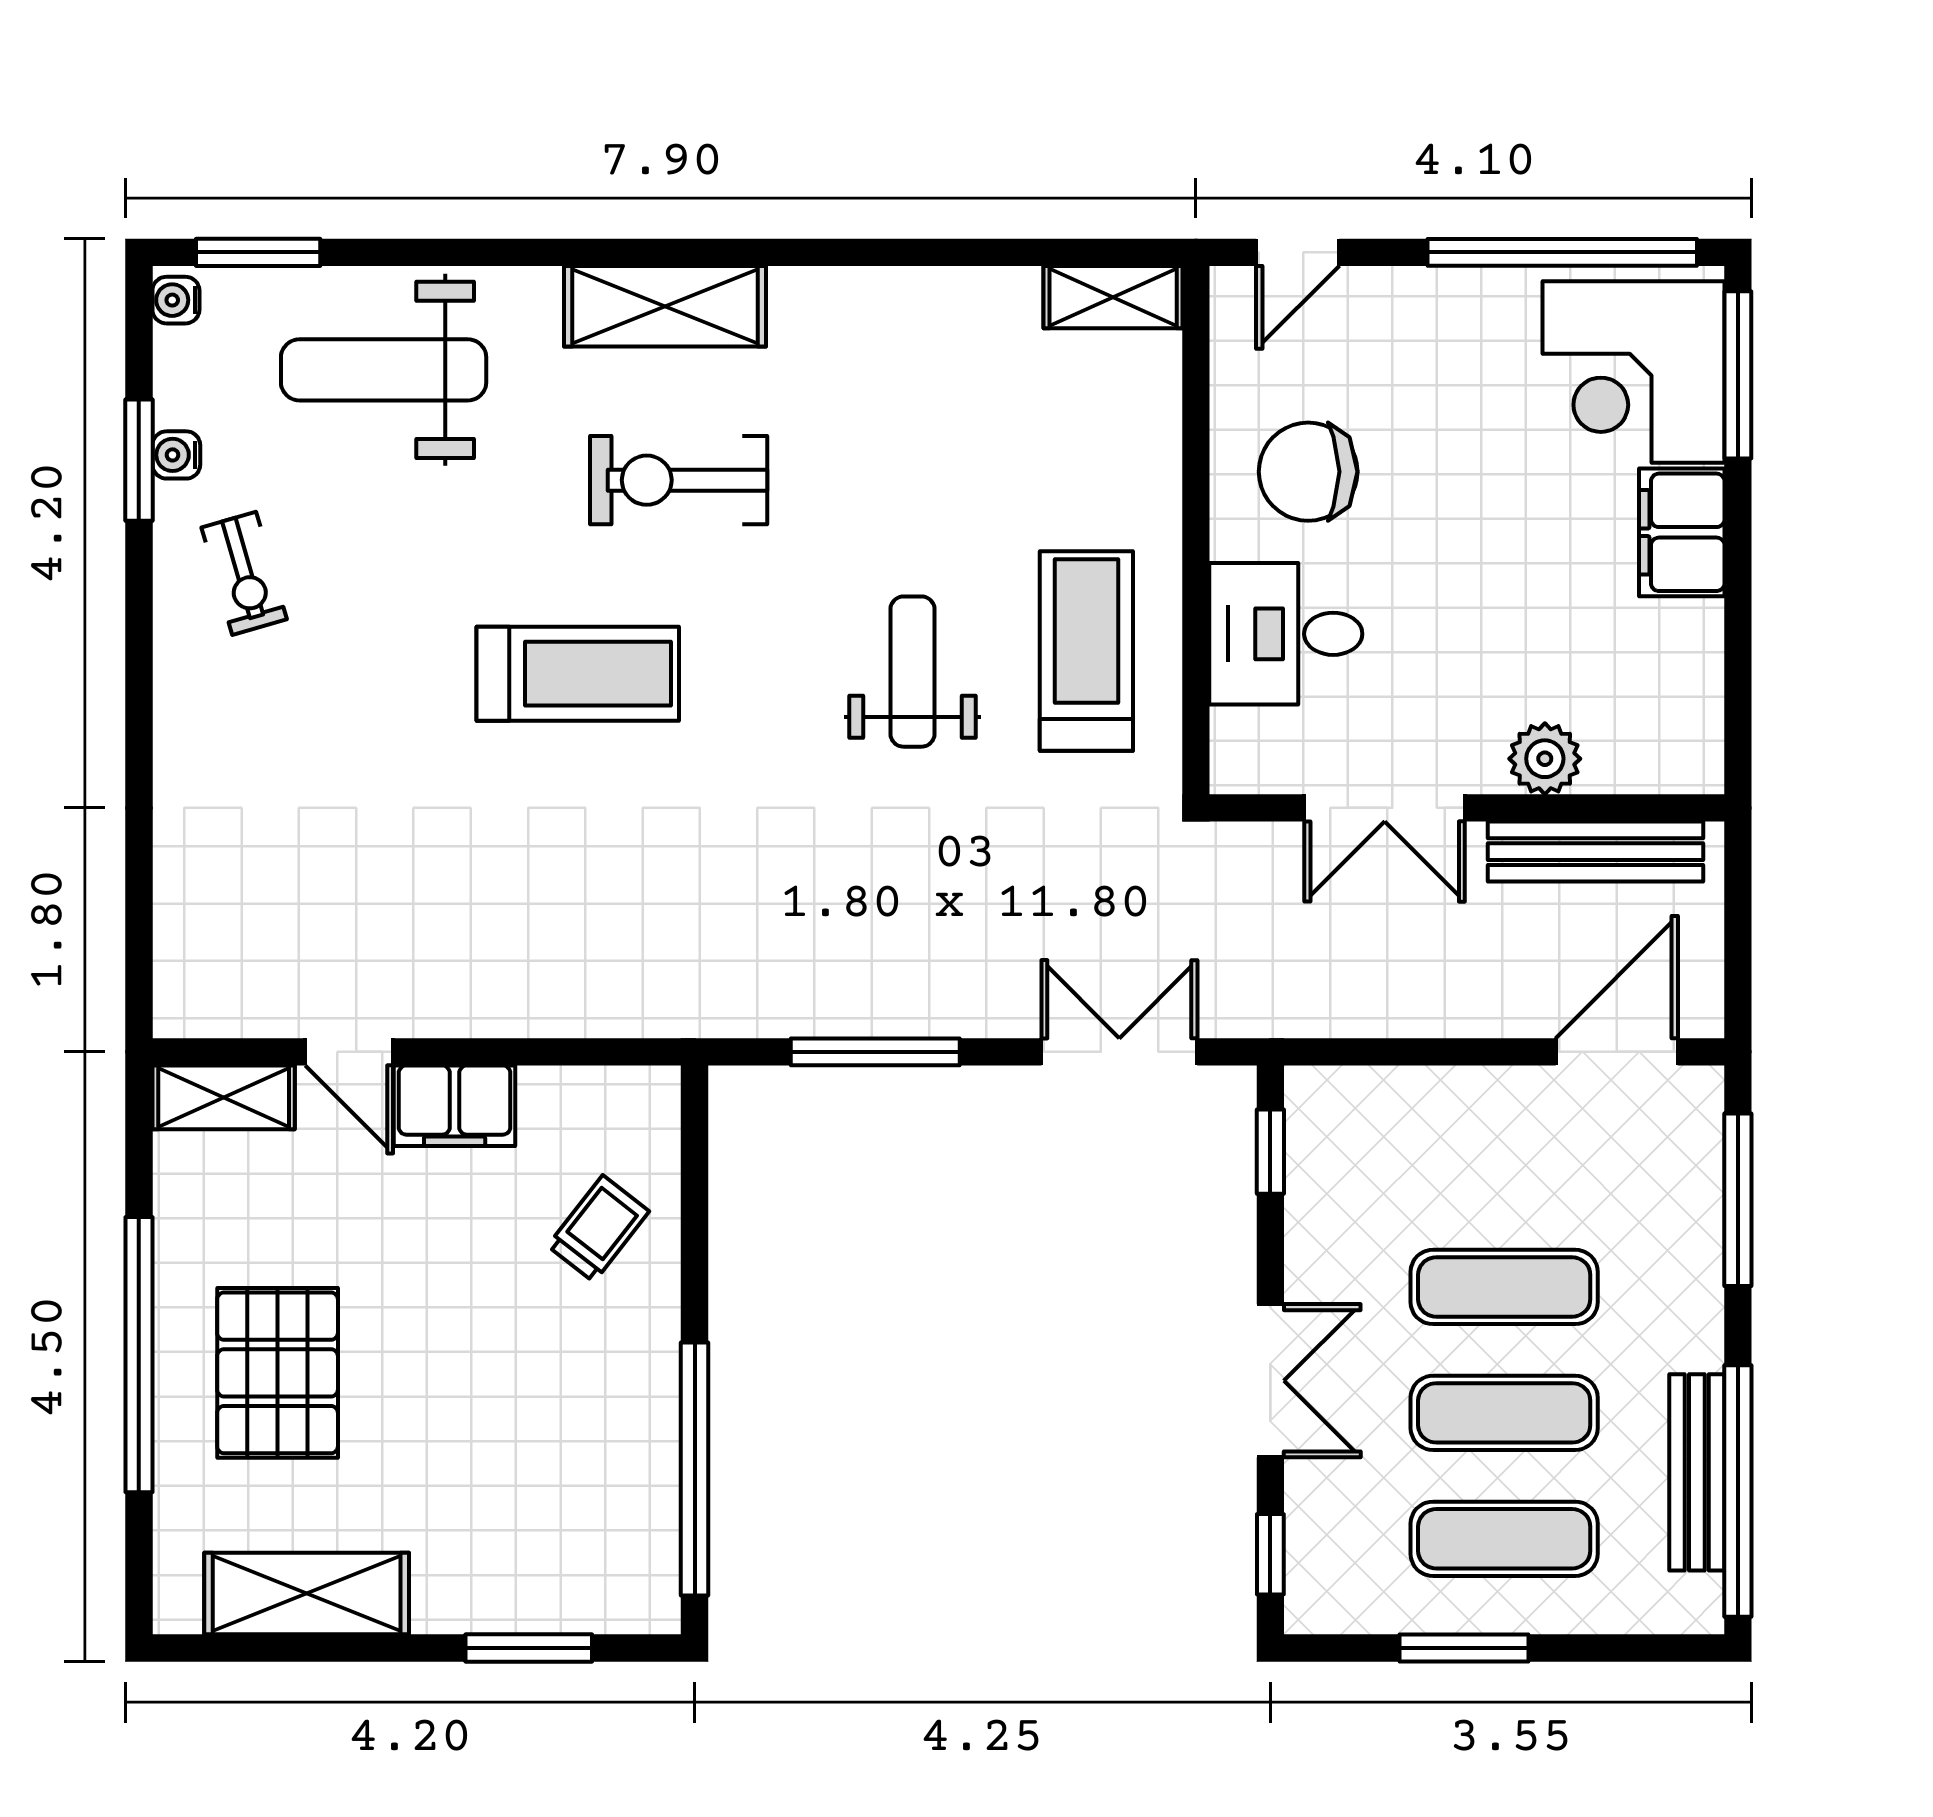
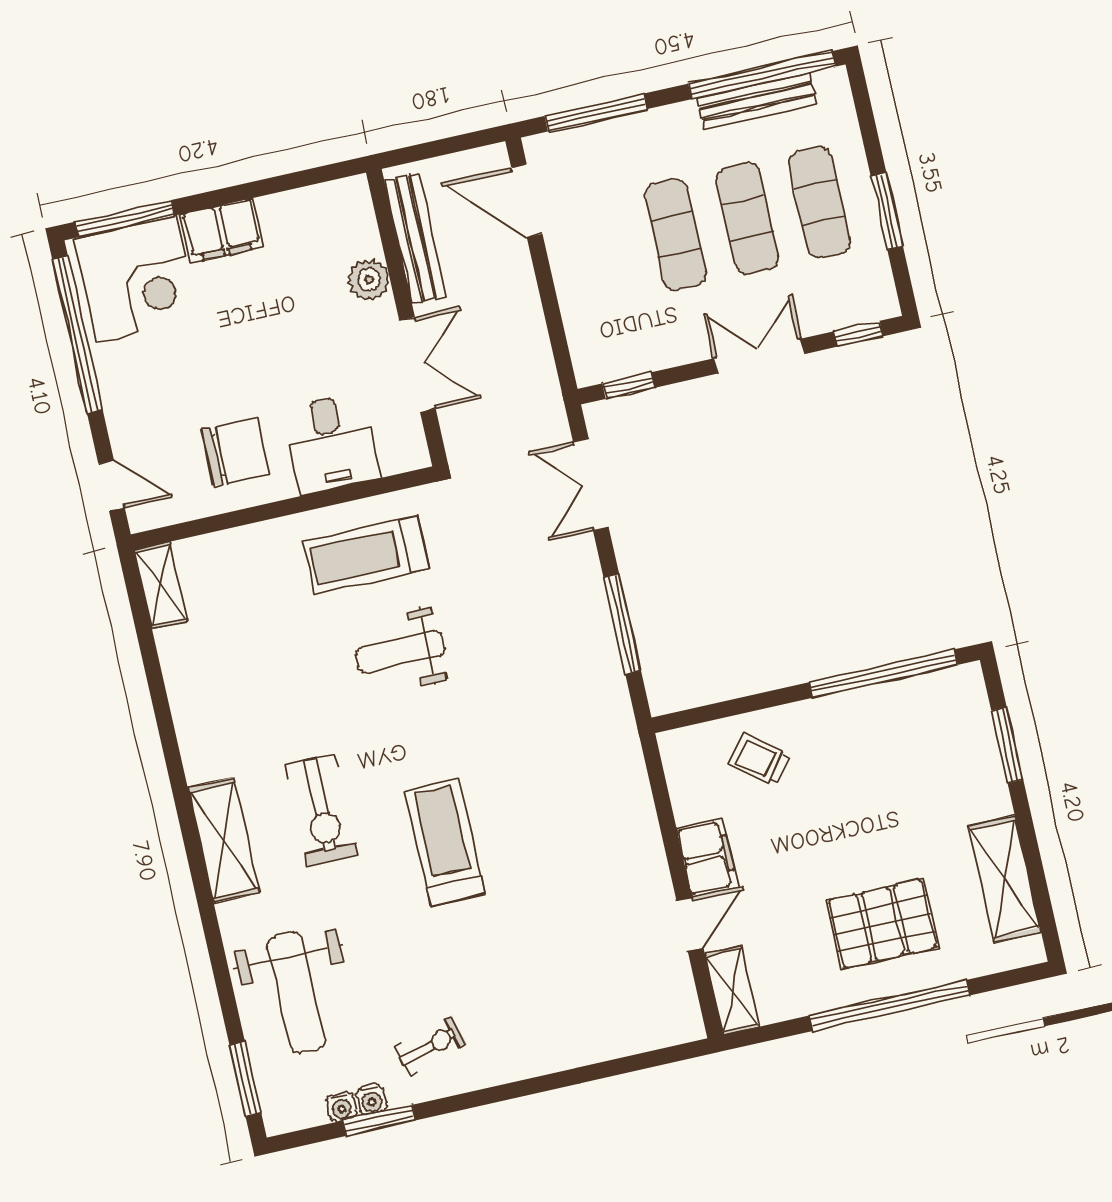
water cooler: (176, 300) -> (341, 1107), moved
chair: (1308, 472) -> (235, 452), turned -90

